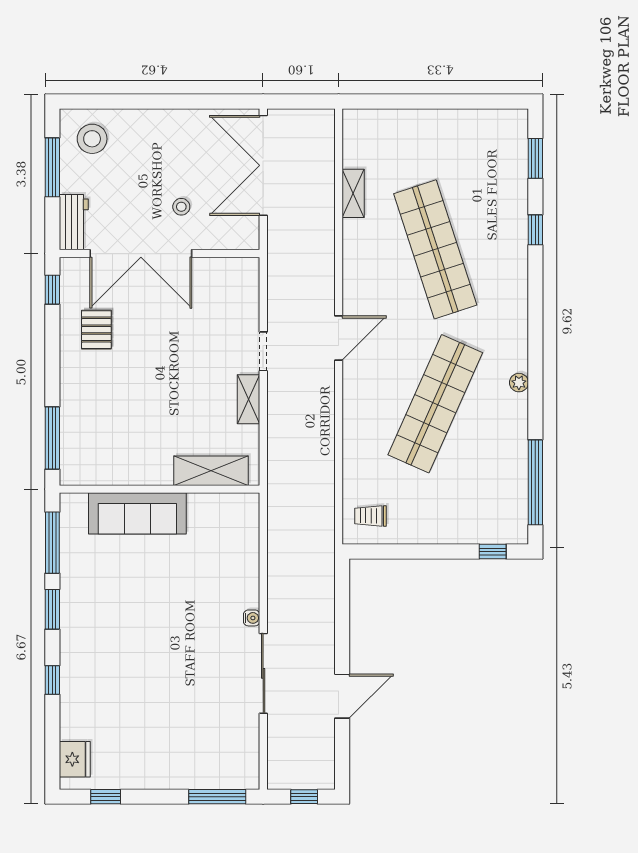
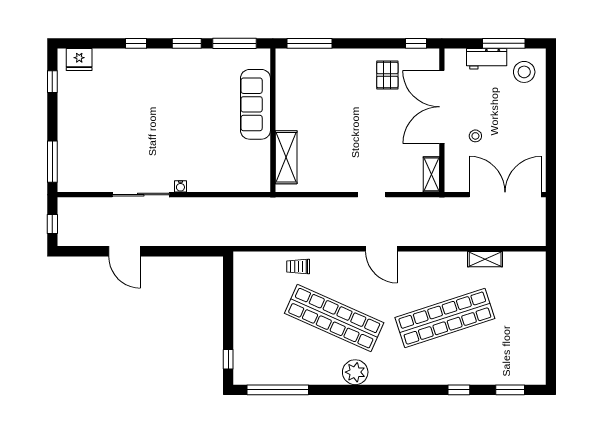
workbench: (74, 222) -> (487, 59), moved
pallet: (96, 330) -> (387, 75), turned 90
plant: (519, 383) -> (355, 372), width x1.88, depth x1.88
shelving: (249, 399) -> (431, 174), moved, turned 90
trolley: (371, 516) -> (298, 266), moved, turned -90

